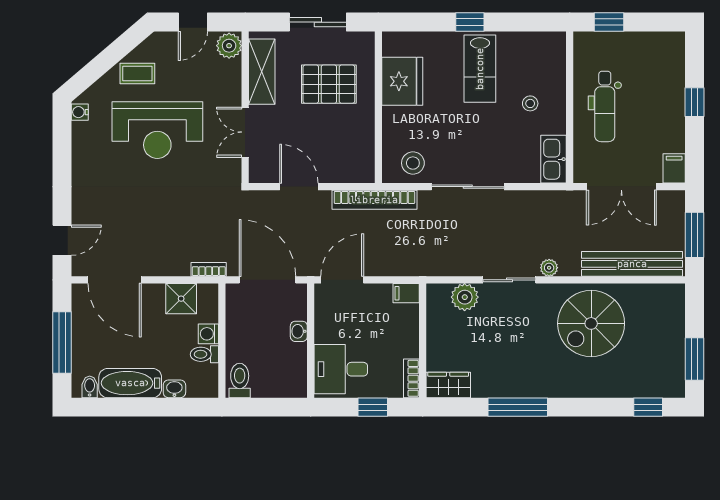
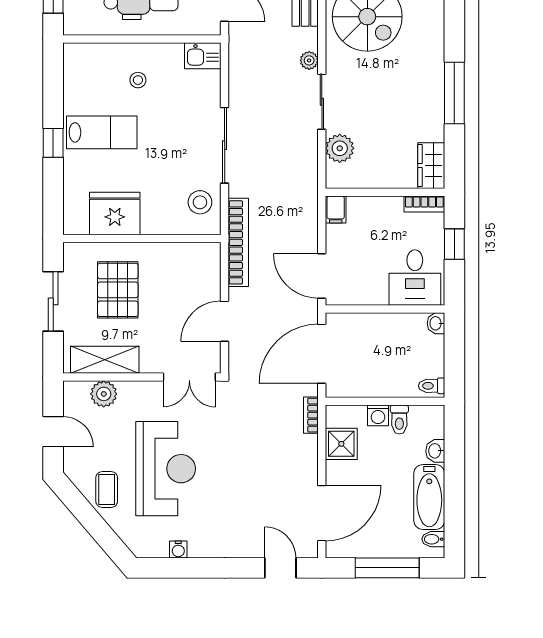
plant: (229, 46) -> (104, 394), moved
water cooler: (80, 112) -> (178, 550), moved
double door: (245, 132) -> (189, 377), moved
kitchen sink: (553, 159) -> (203, 56), width x0.73
washbasin: (299, 331) -> (436, 323), moved, turned 90
toilet: (240, 380) -> (432, 386), width x0.73, depth x0.72

